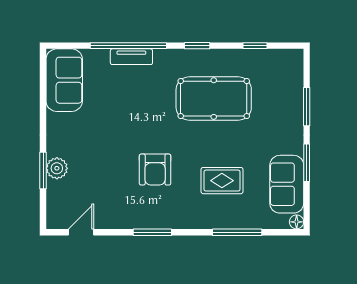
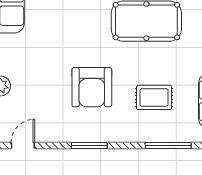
armchair: (155, 170) -> (92, 87), width x1.36, depth x1.36

